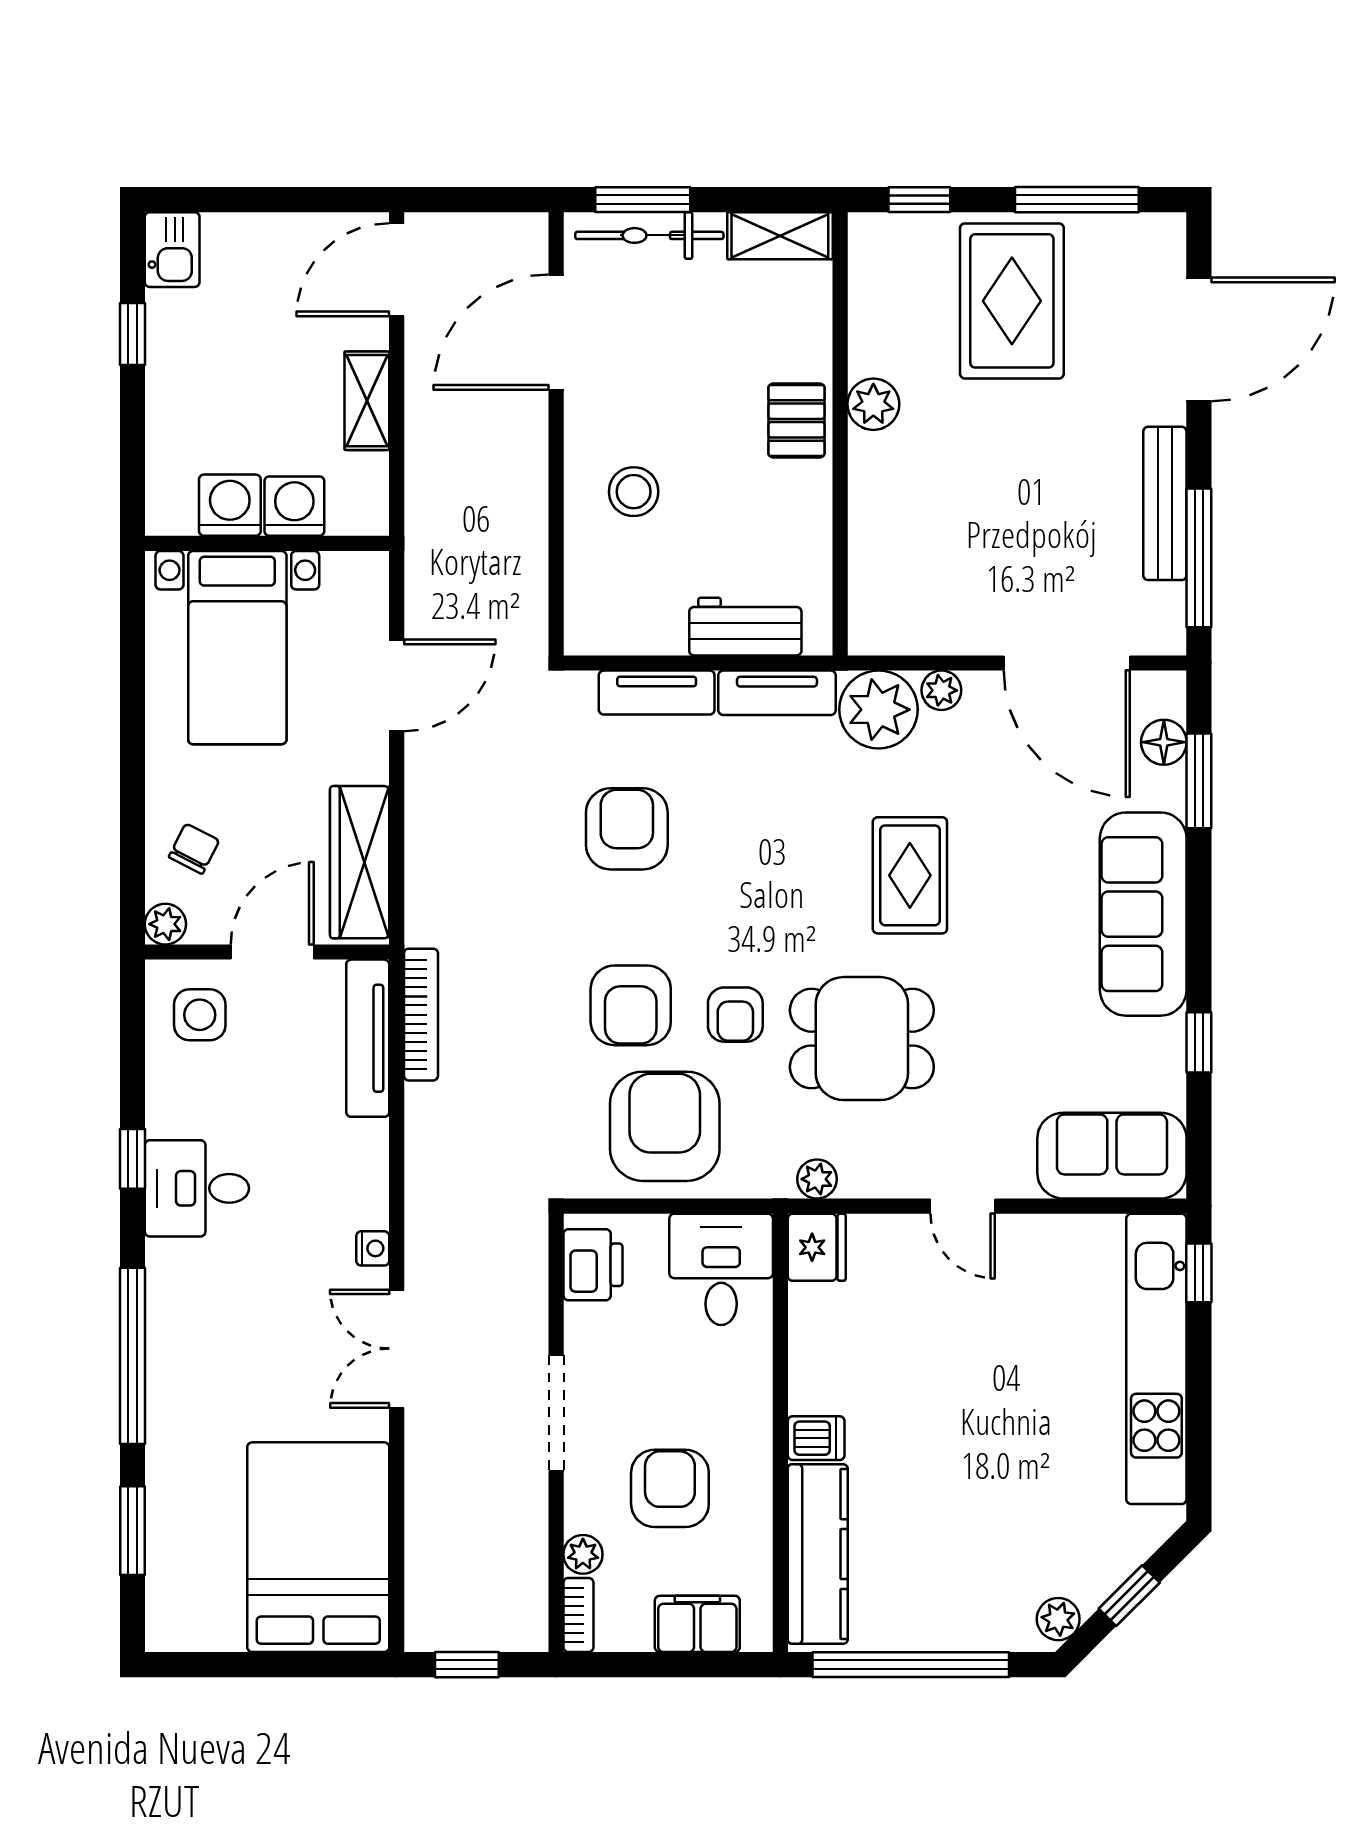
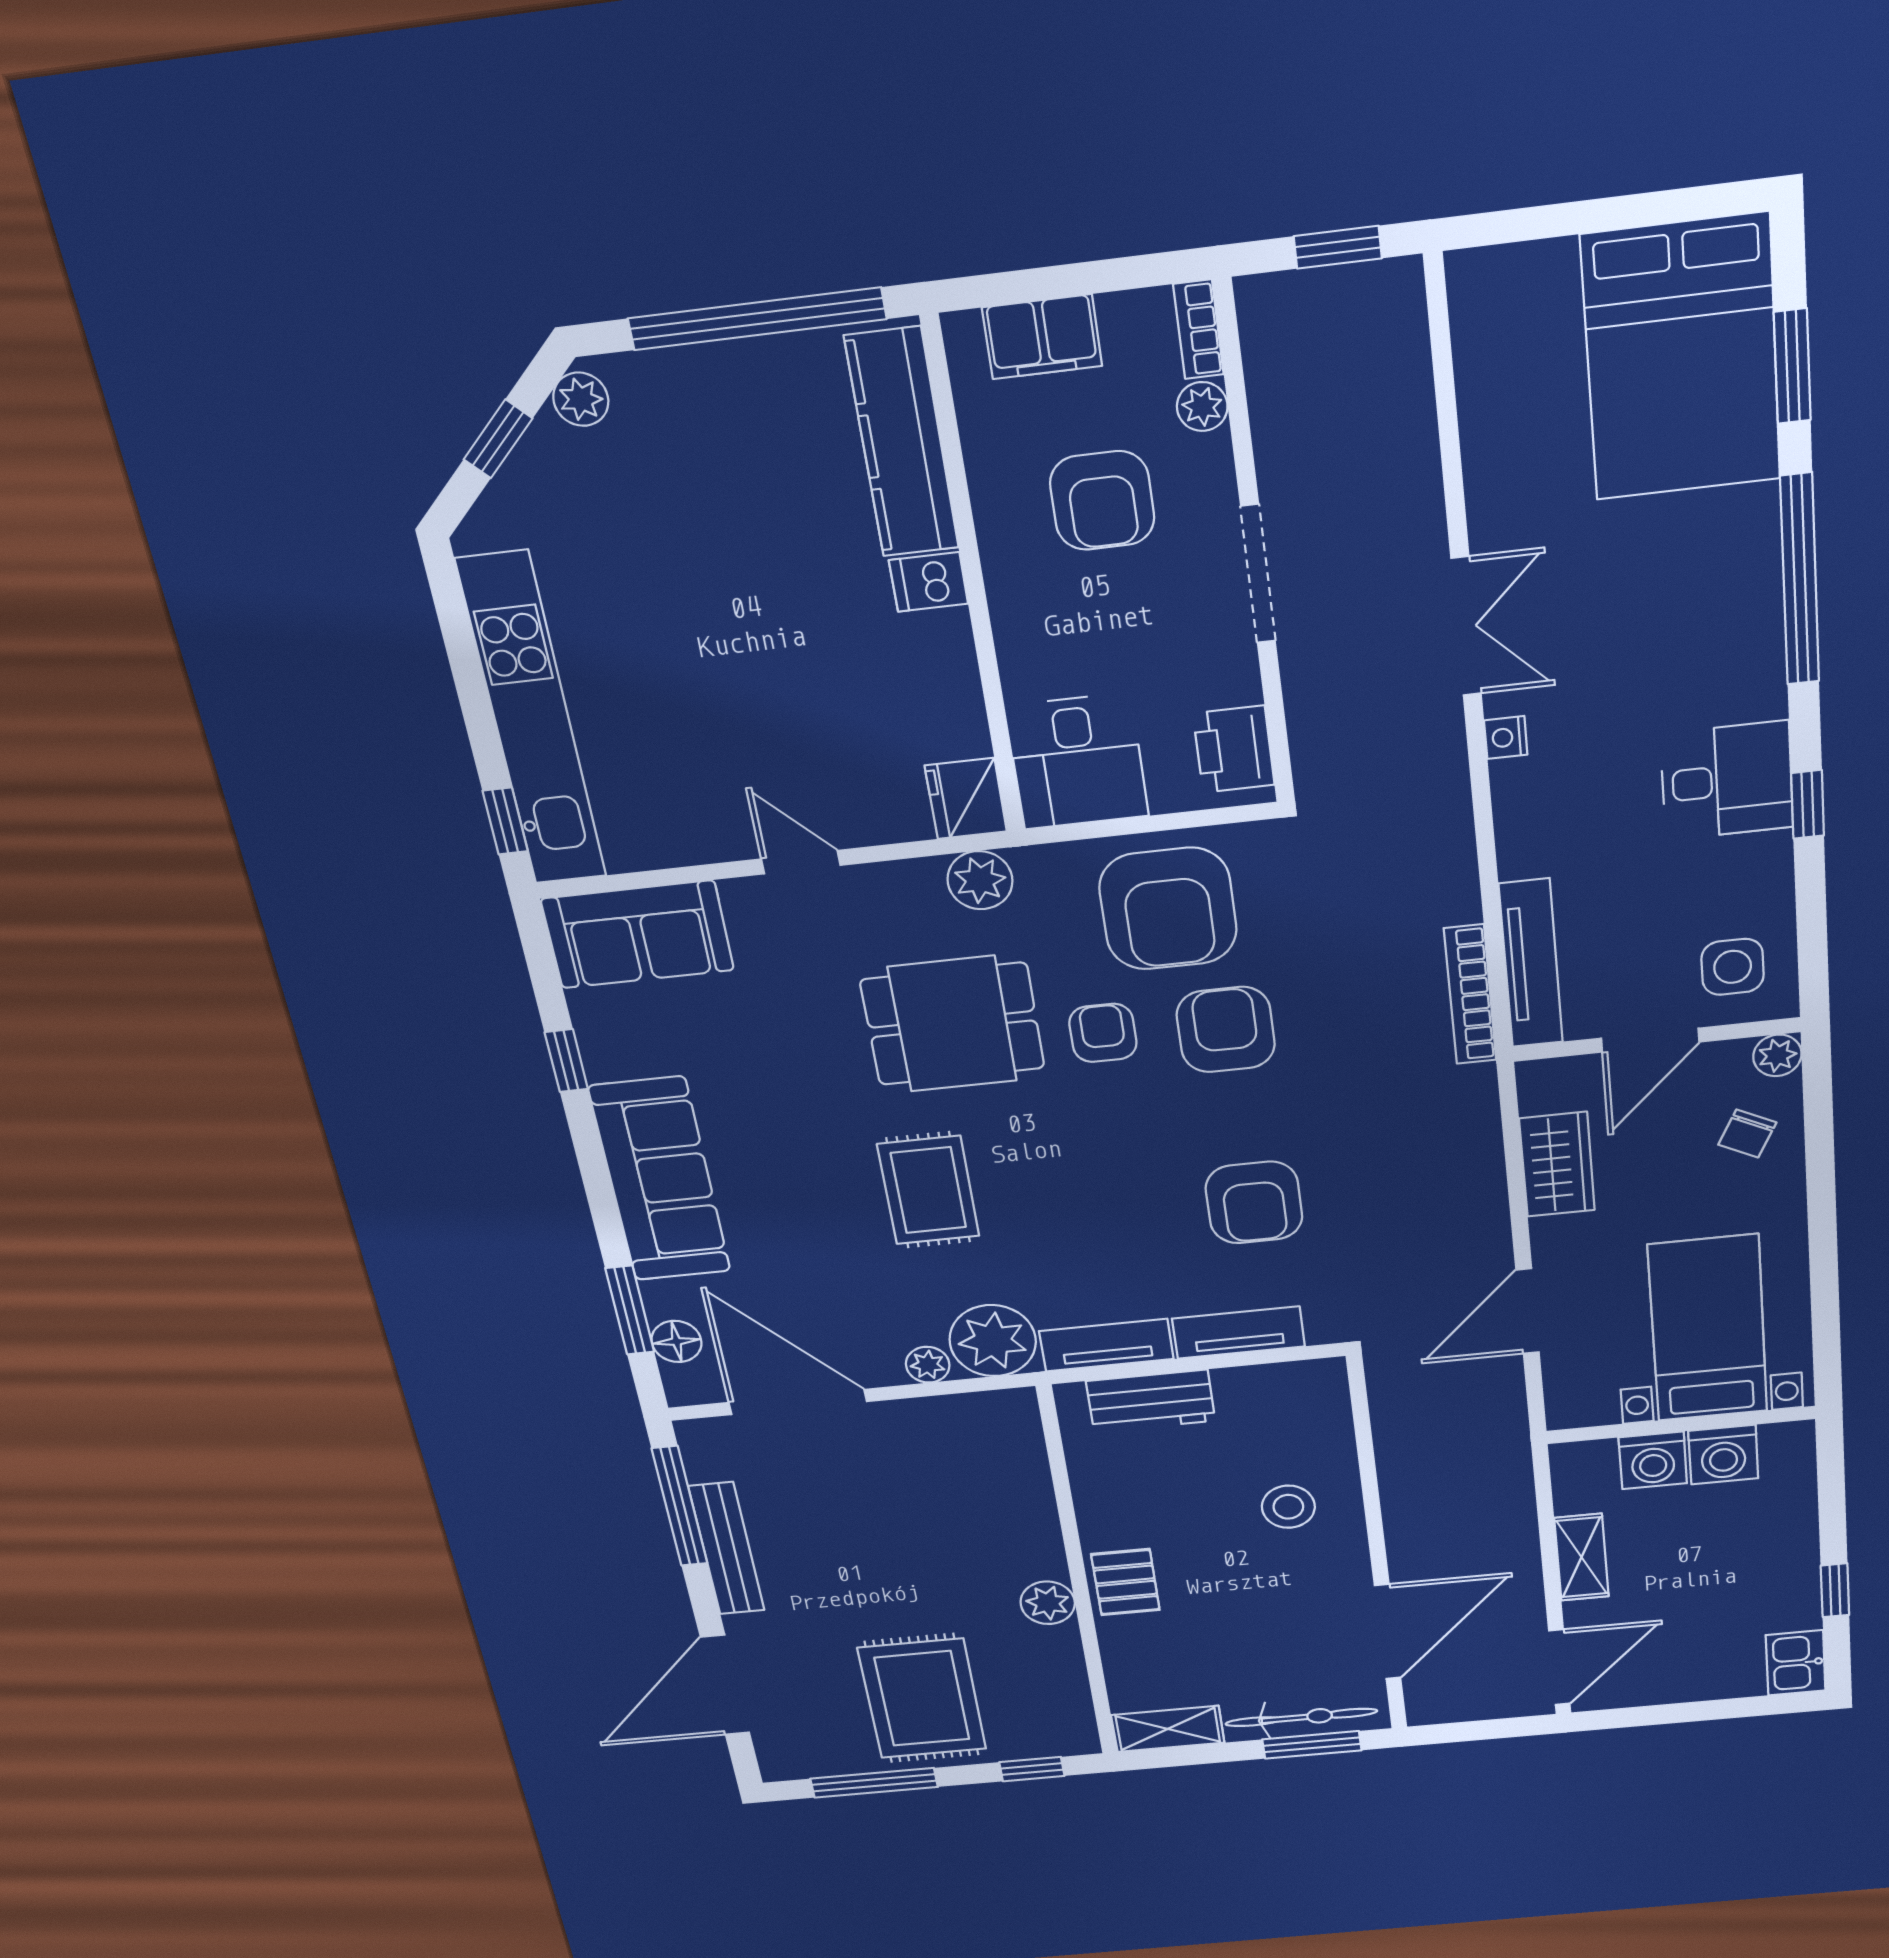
wardrobe: (360, 862) -> (1557, 1164), width x0.67
plant: (817, 1179) -> (980, 880), width x1.38, depth x1.38
bed: (318, 1547) -> (1681, 358), moved

